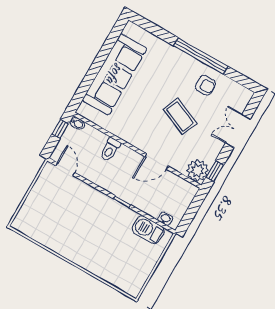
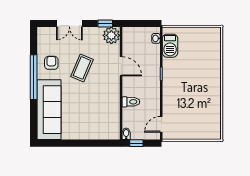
sofa: (115, 74) -> (49, 110), moved, turned 90

